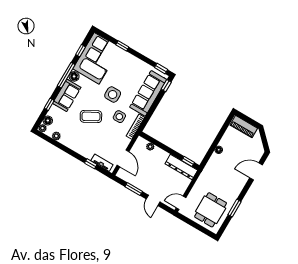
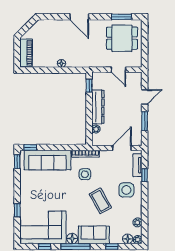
side table: (113, 94) -> (126, 190), moved
dresser: (181, 167) -> (98, 107), moved
door: (256, 171) -> (79, 17), moved
door: (181, 203) -> (119, 70), moved
window: (235, 208) -> (122, 17), moved

